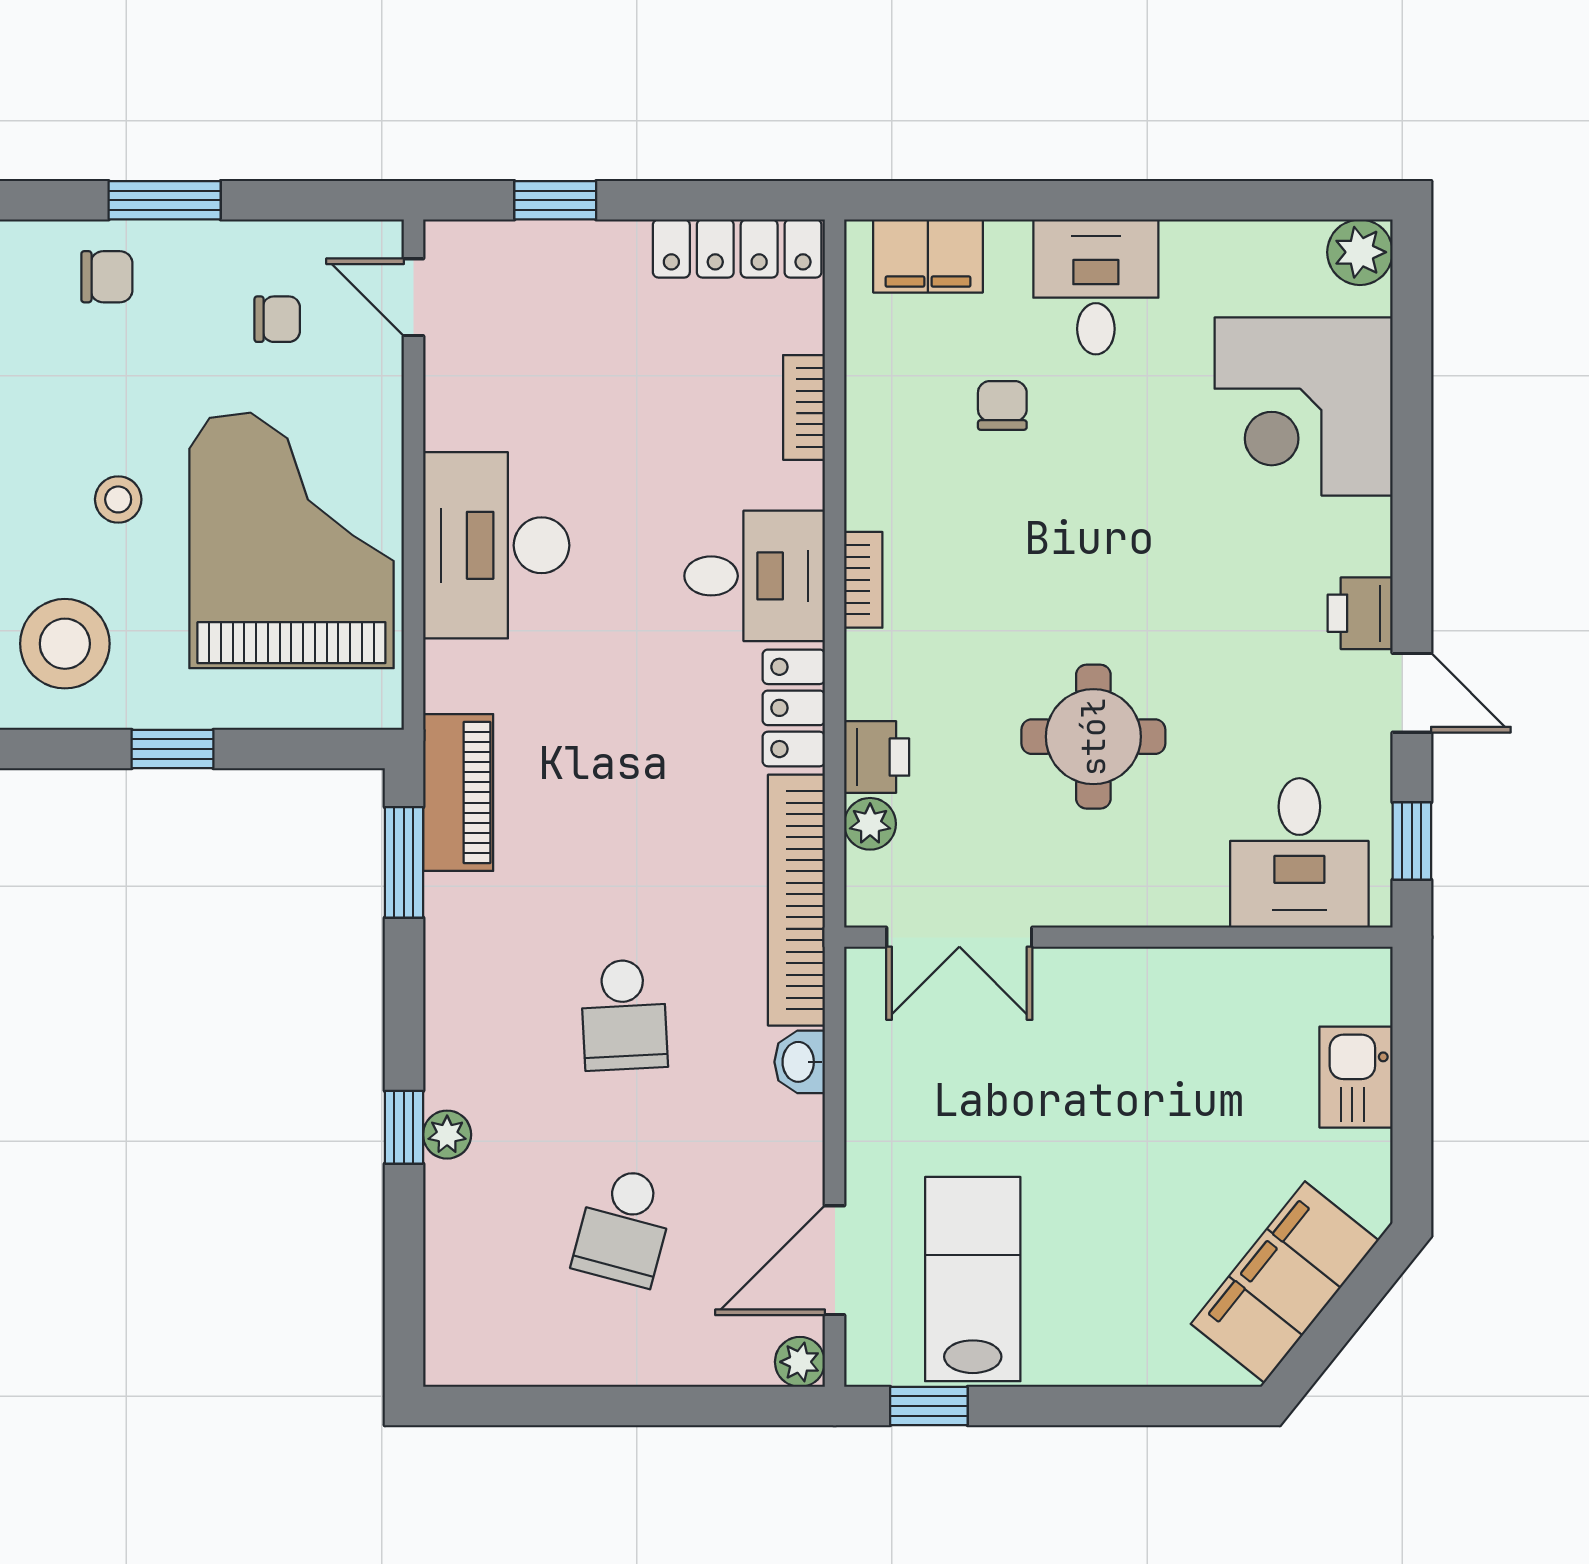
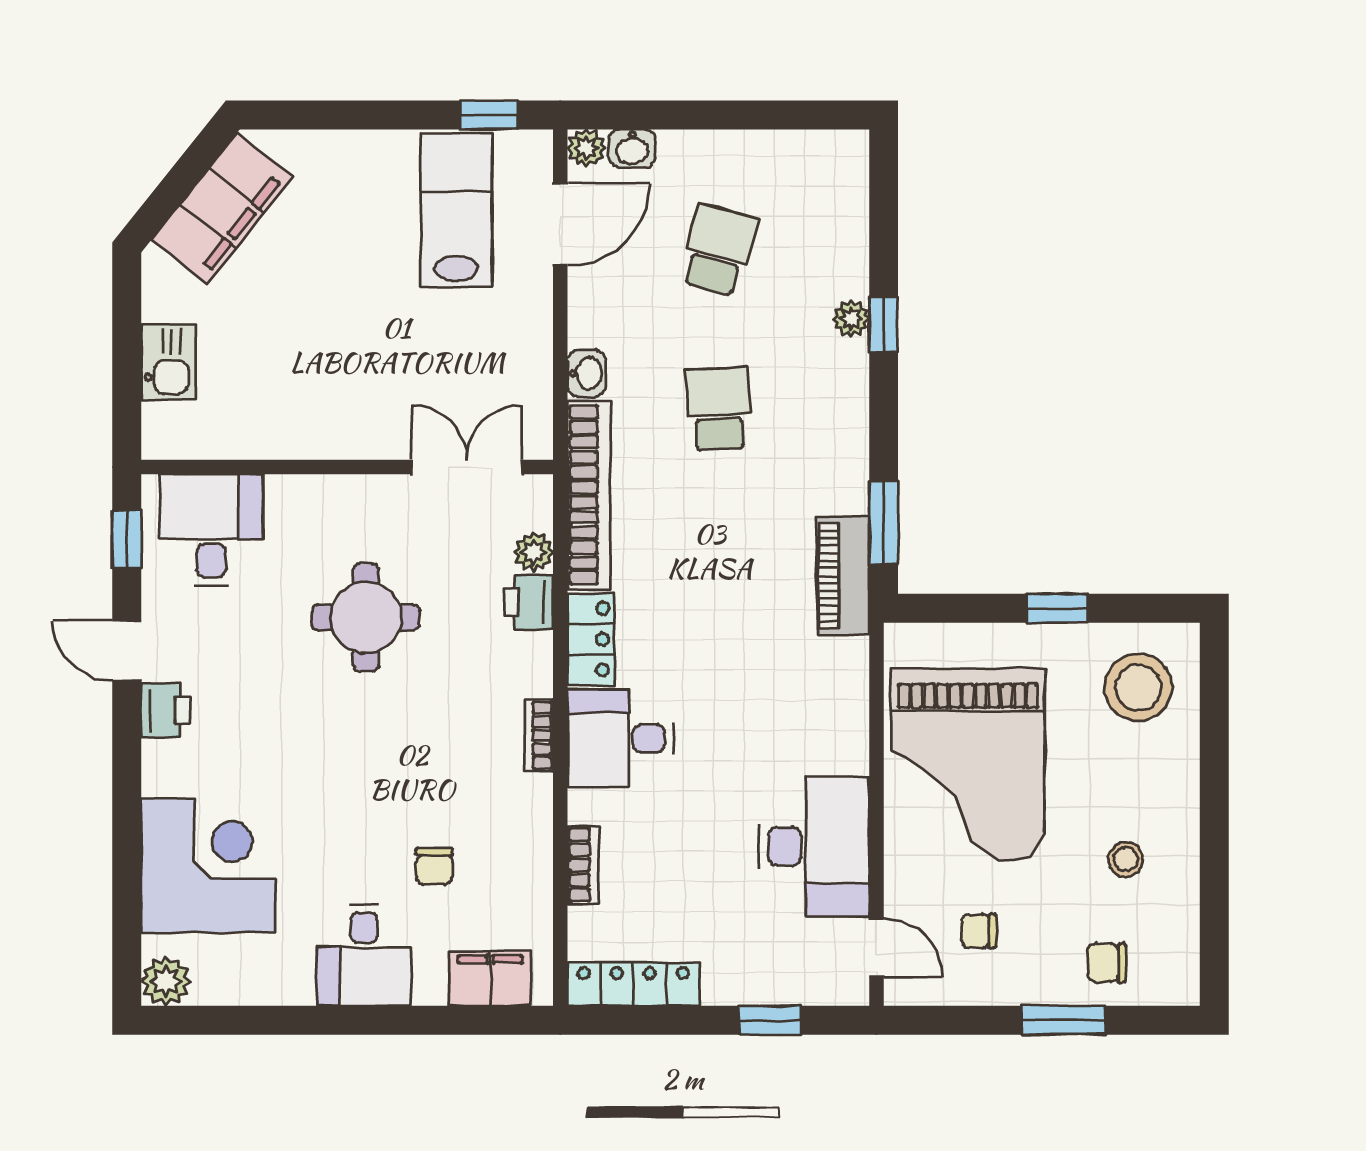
stool: (118, 499) -> (1126, 859), moved
desk: (496, 545) -> (814, 847), moved
lab bench: (973, 1279) -> (456, 210), turned 180
washbasin: (739, 1362) -> (632, 148), added

